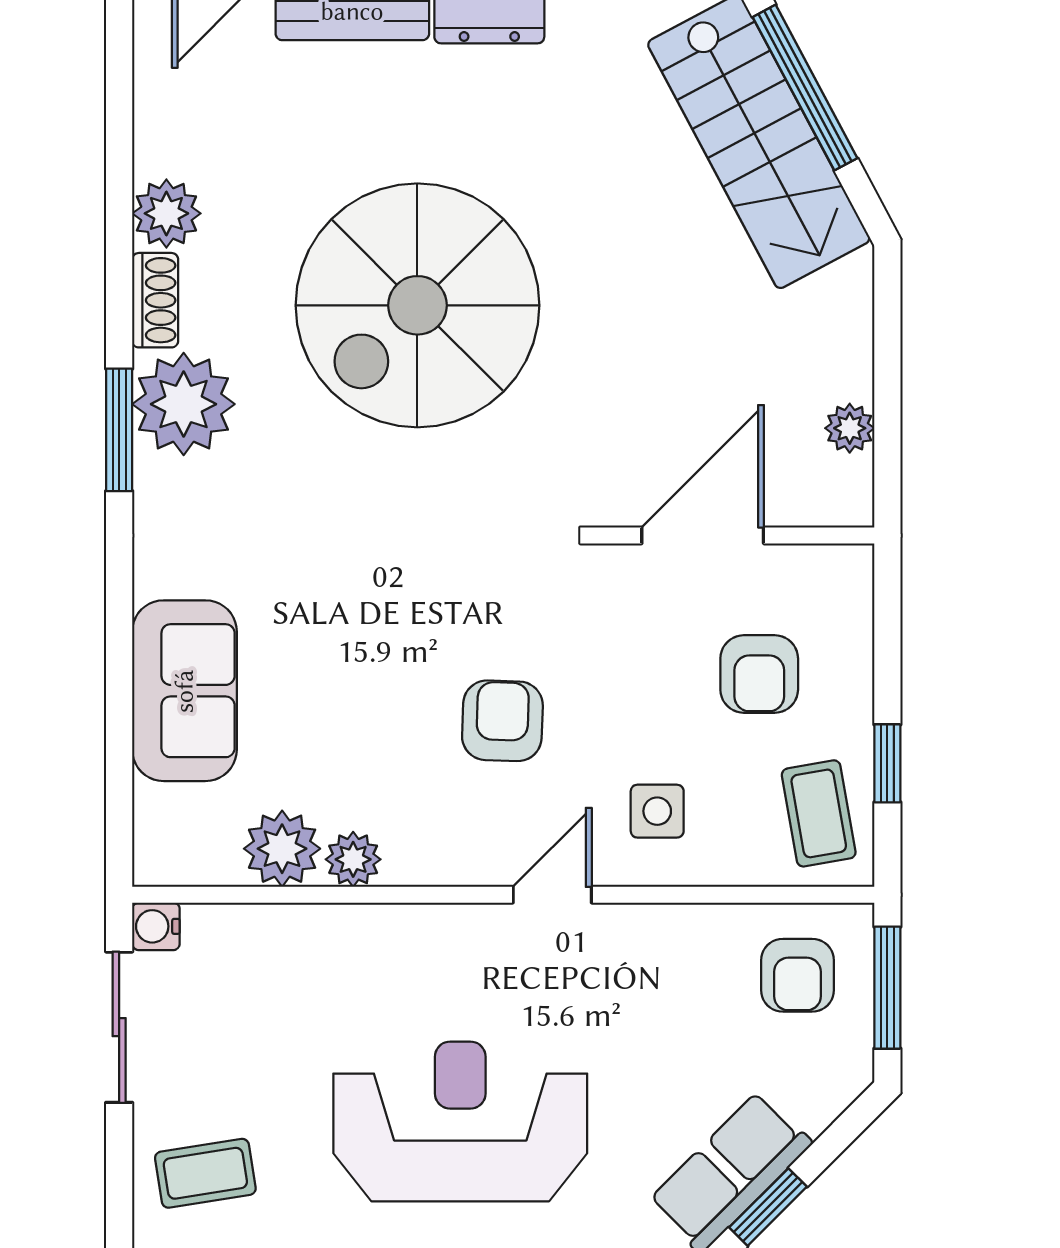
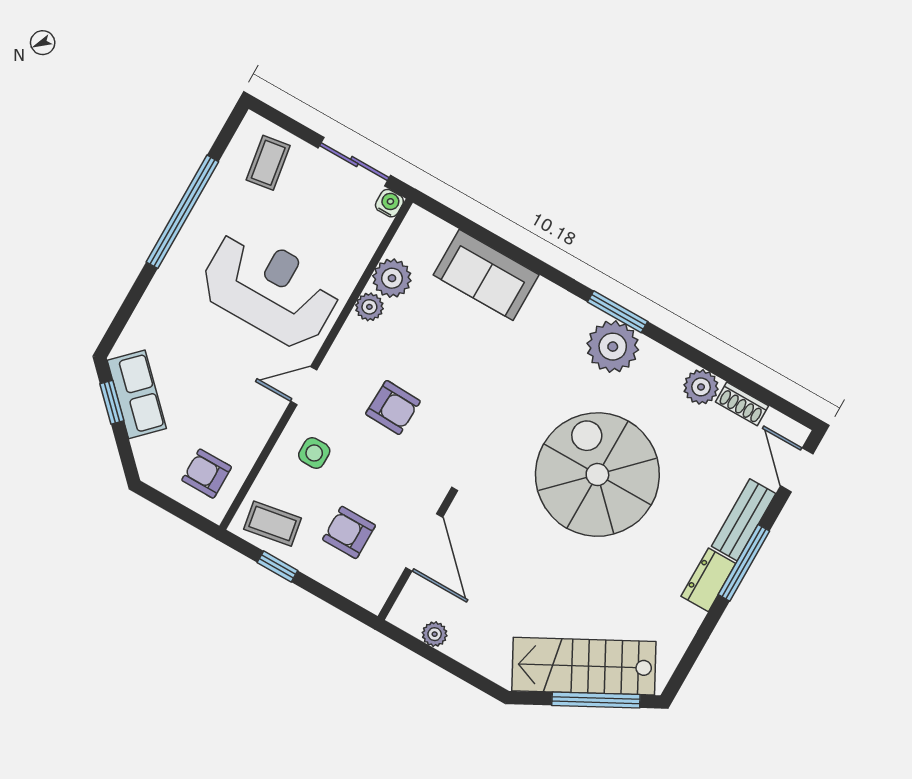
shoe rack: (155, 300) -> (742, 404), moved
door: (552, 895) -> (304, 386), swing flipped
window: (887, 988) -> (179, 510), removed
reception desk: (460, 1121) -> (270, 289), moved, turned -90

